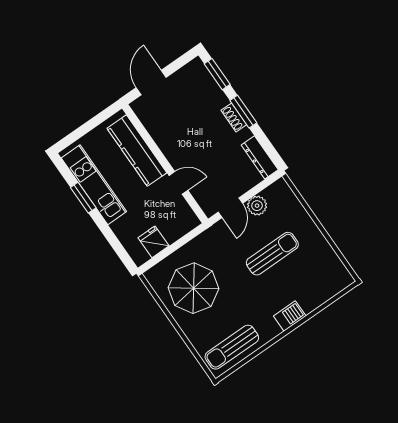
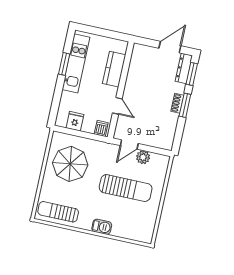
door: (151, 83) -> (170, 47), moved
kitchen counter: (137, 151) -> (114, 69), width x0.67
dresser: (260, 157) -> (184, 68), moved
dishwasher: (186, 221) -> (101, 128), added
sun lounger: (272, 254) -> (126, 188), width x1.36, depth x1.34

